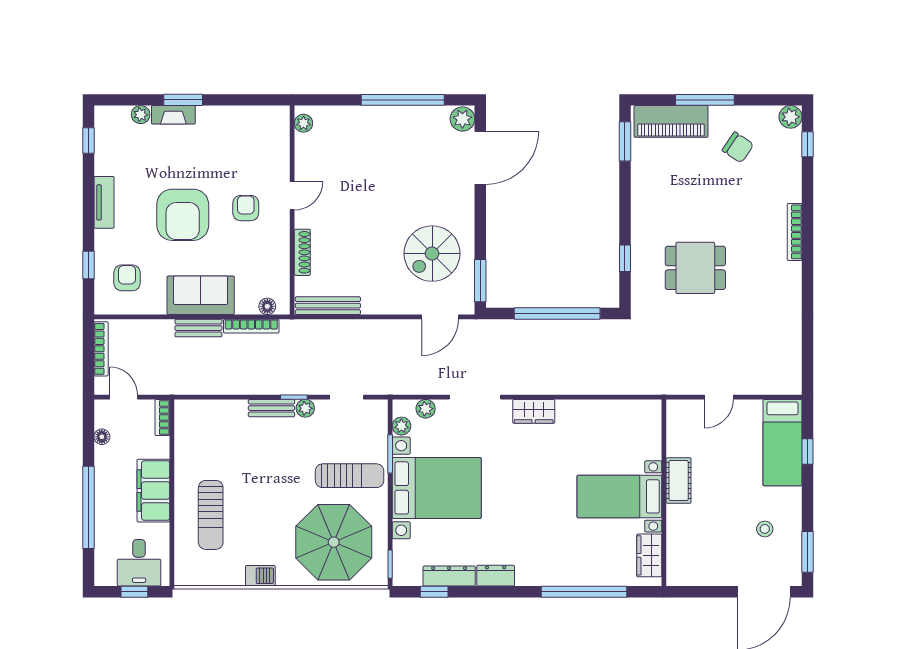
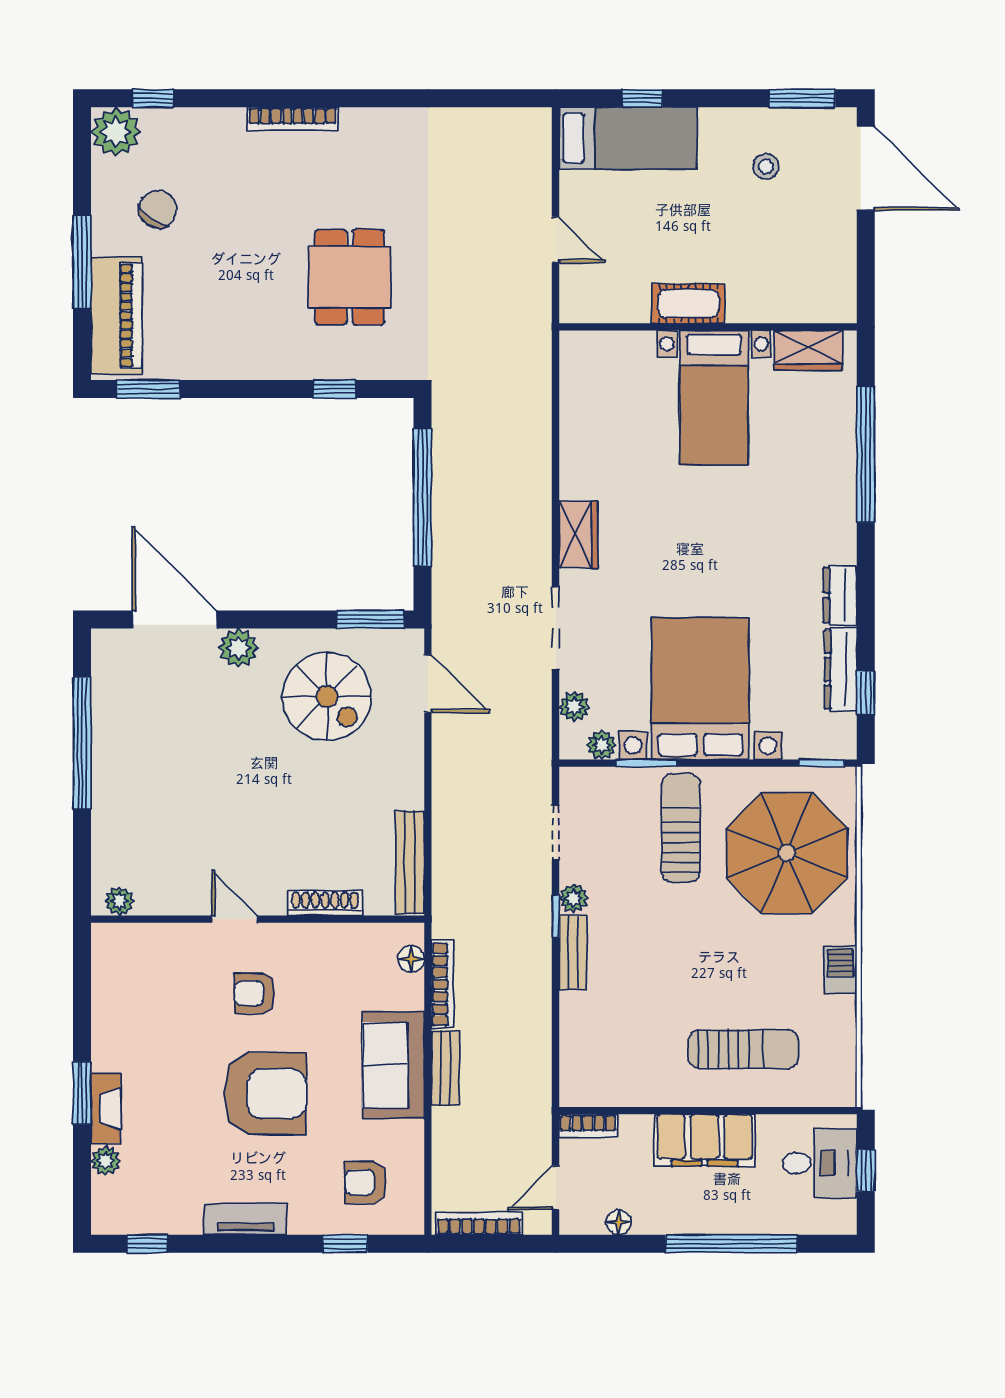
plant: (790, 117) -> (116, 132), width x1.36, depth x1.36
plant: (462, 119) -> (239, 648), moved

